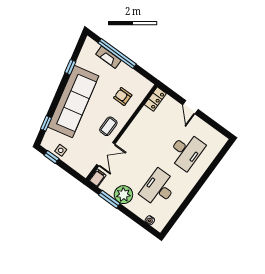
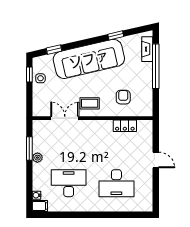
fireplace: (108, 57) -> (147, 49), moved
locker: (155, 99) -> (125, 126), moved
door: (190, 107) -> (156, 160), swing flipped
double door: (106, 154) -> (65, 118), swing flipped
filing cabinet: (97, 178) -> (40, 206), moved
plant: (123, 195) -> (37, 158), width x0.53, depth x0.53

